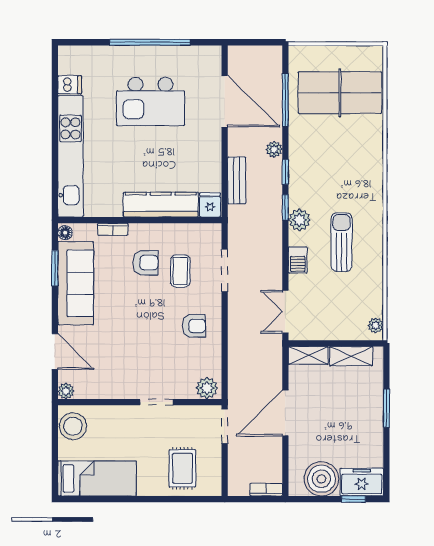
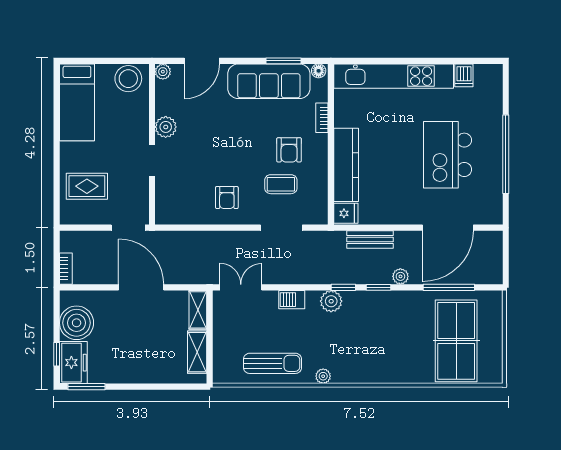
sun lounger: (342, 242) -> (272, 363), moved
plant: (376, 325) -> (323, 376), moved
plant: (207, 388) -> (166, 127), moved
window: (386, 408) -> (87, 387), moved

